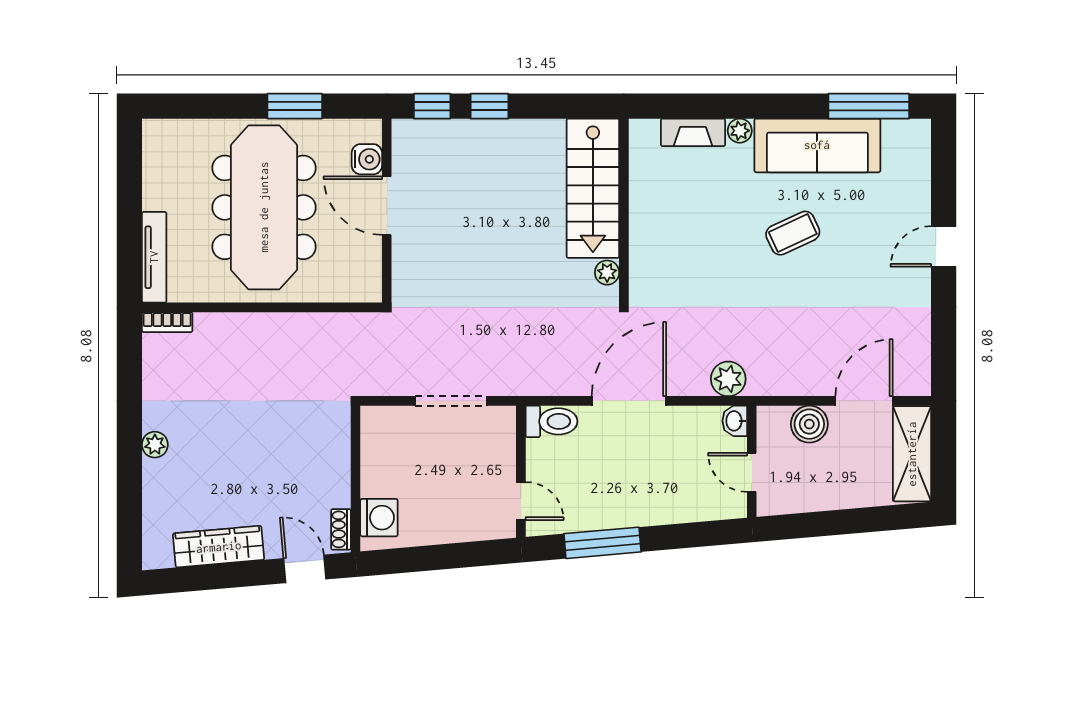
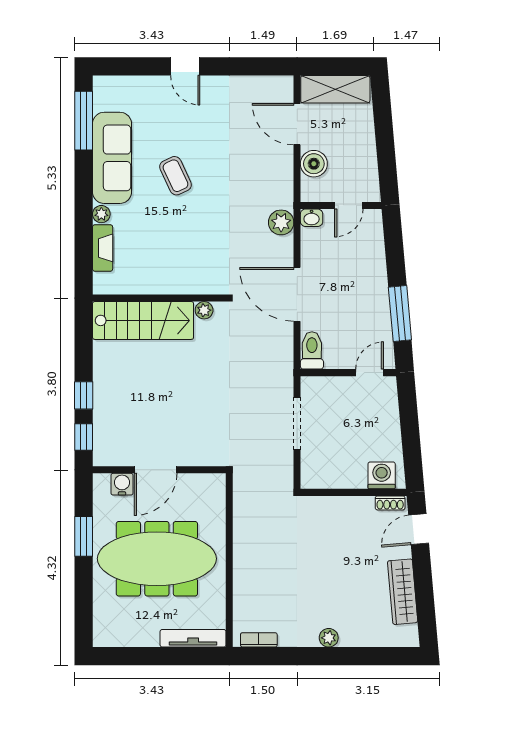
bookcase: (167, 322) -> (259, 640), moved, turned -90

